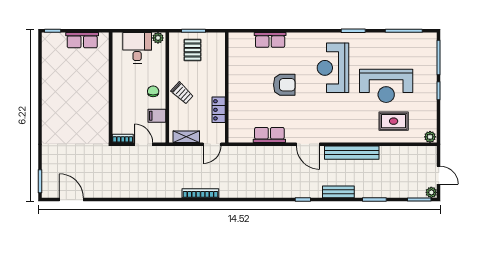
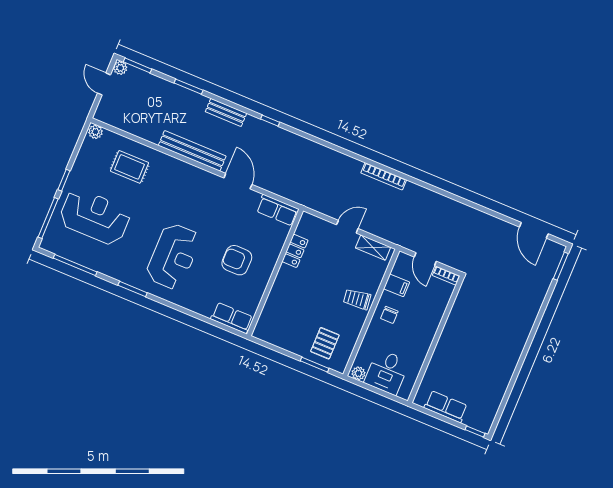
reception desk: (386, 86) -> (95, 217), moved
wall: (227, 88) -> (275, 272), moved
trolley: (182, 93) -> (357, 299), turned -50
locker: (219, 110) -> (295, 251), moved

